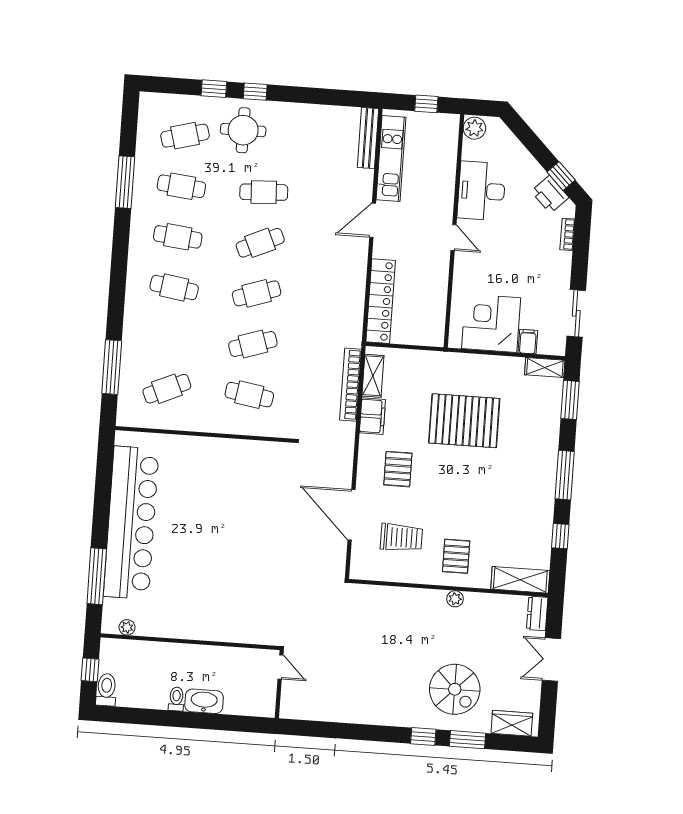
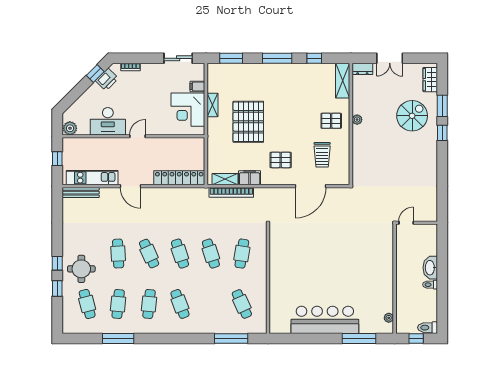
cafe table: (174, 287) -> (180, 304), turned -30
shelving: (545, 367) -> (212, 105), moved
bar counter: (131, 523) -> (325, 320), width x0.73
trolley: (401, 537) -> (322, 155), turned 180

